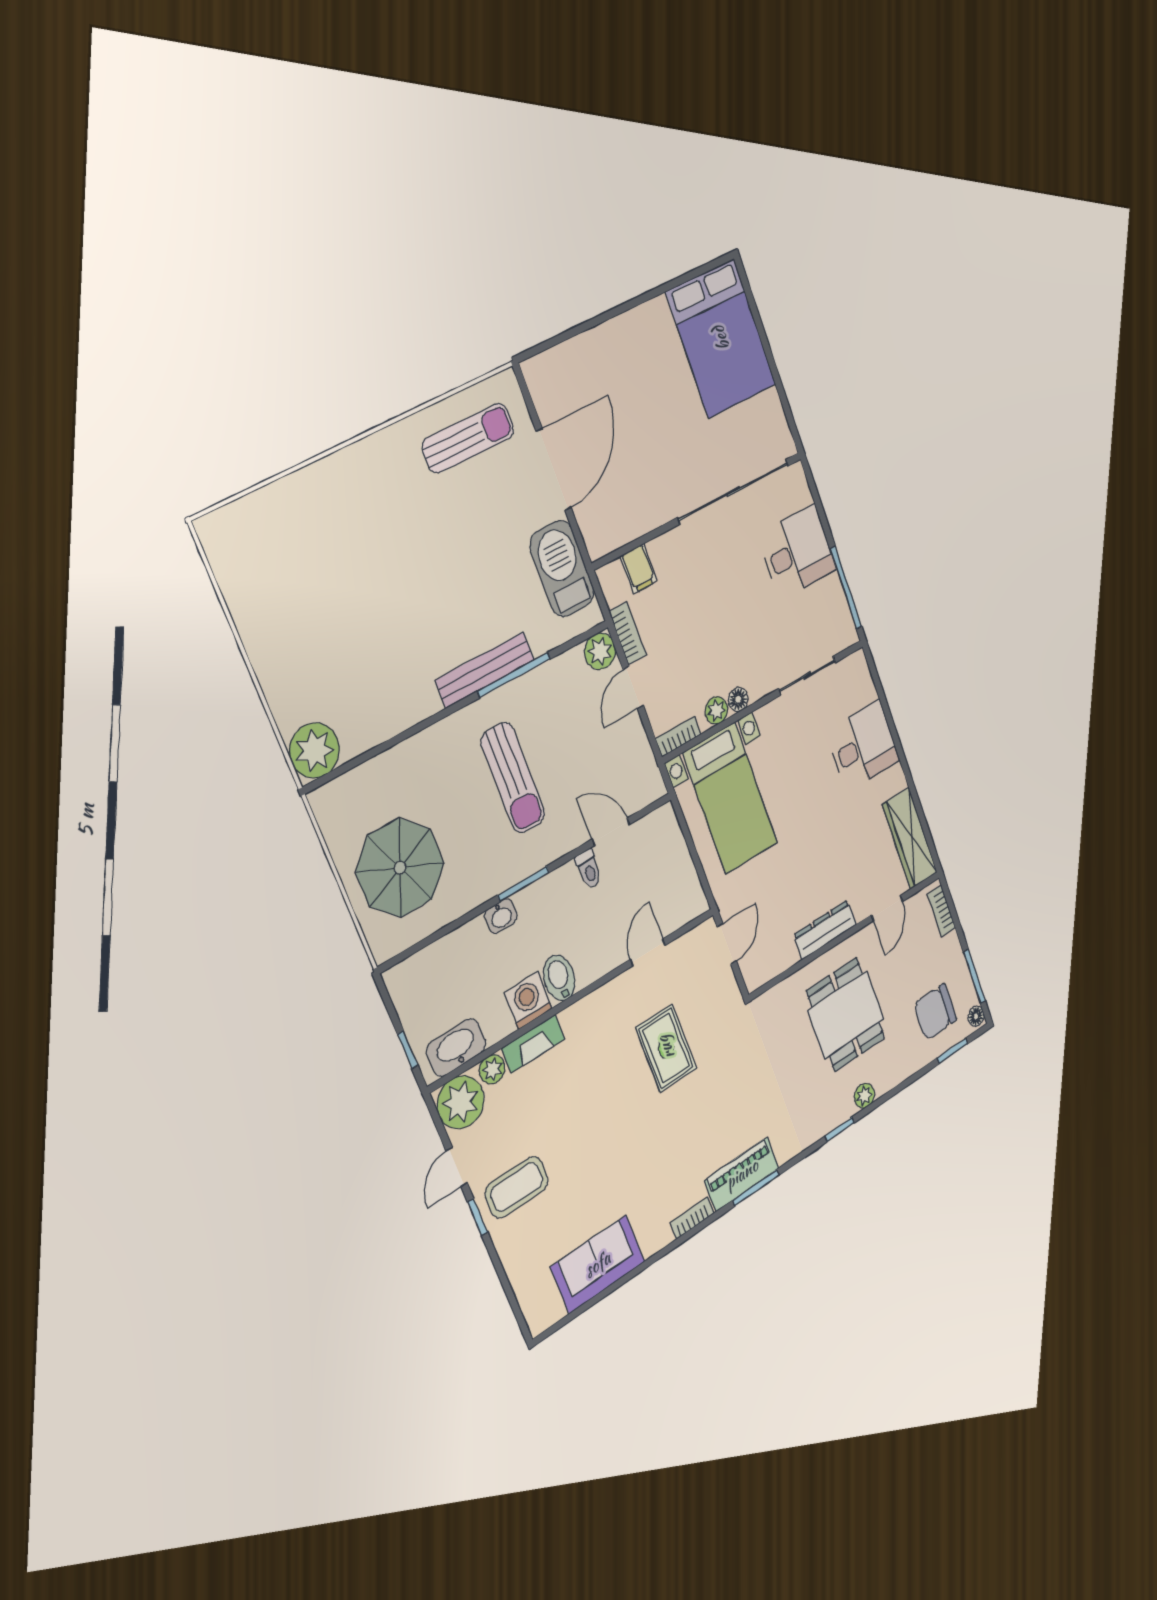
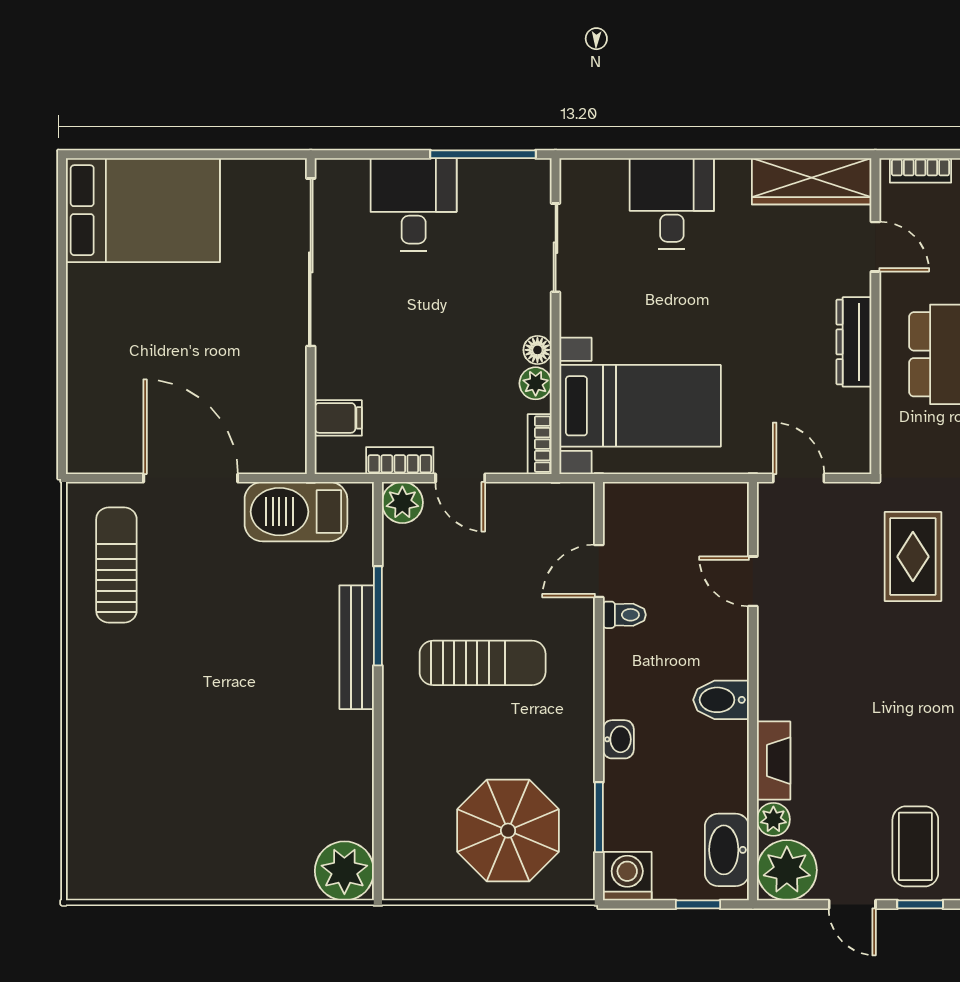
window: (523, 884) -> (599, 817), moved
washing machine: (528, 1001) -> (627, 876), moved, turned 90
rug: (666, 1048) -> (913, 557), moved, turned 90

